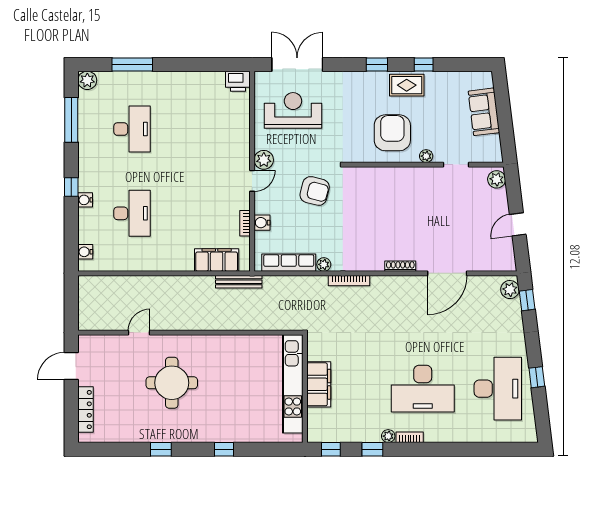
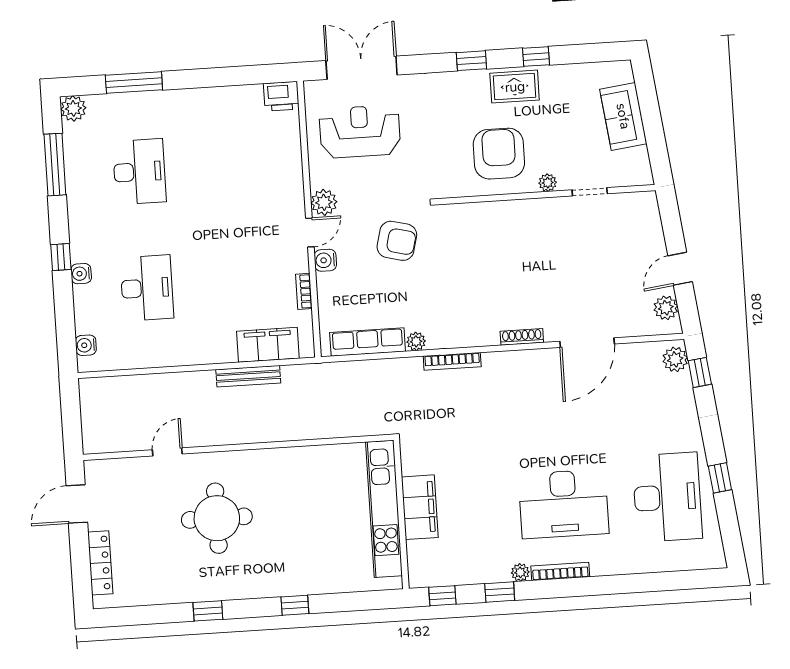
plant: (497, 179) -> (666, 308), moved
water cooler: (262, 223) -> (325, 260), moved
bench: (239, 282) -> (248, 376), moved
bookcase: (410, 437) -> (560, 572), width x1.56

